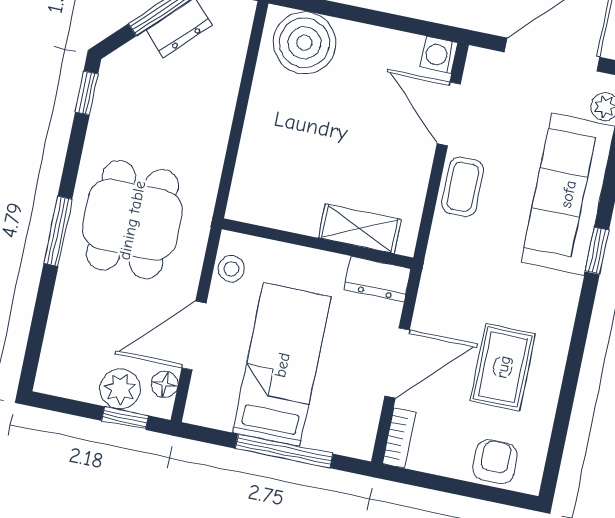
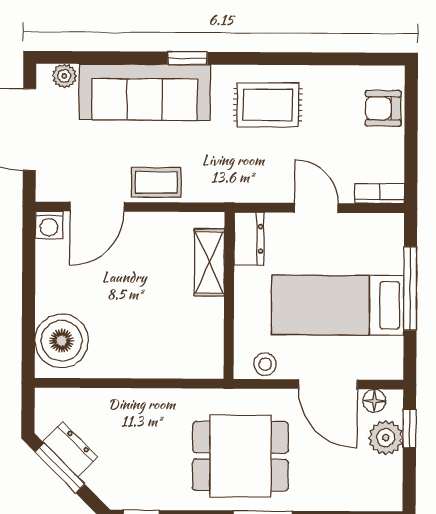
door: (397, 363) -> (316, 208), width x0.73
rug: (503, 367) -> (268, 105), moved

